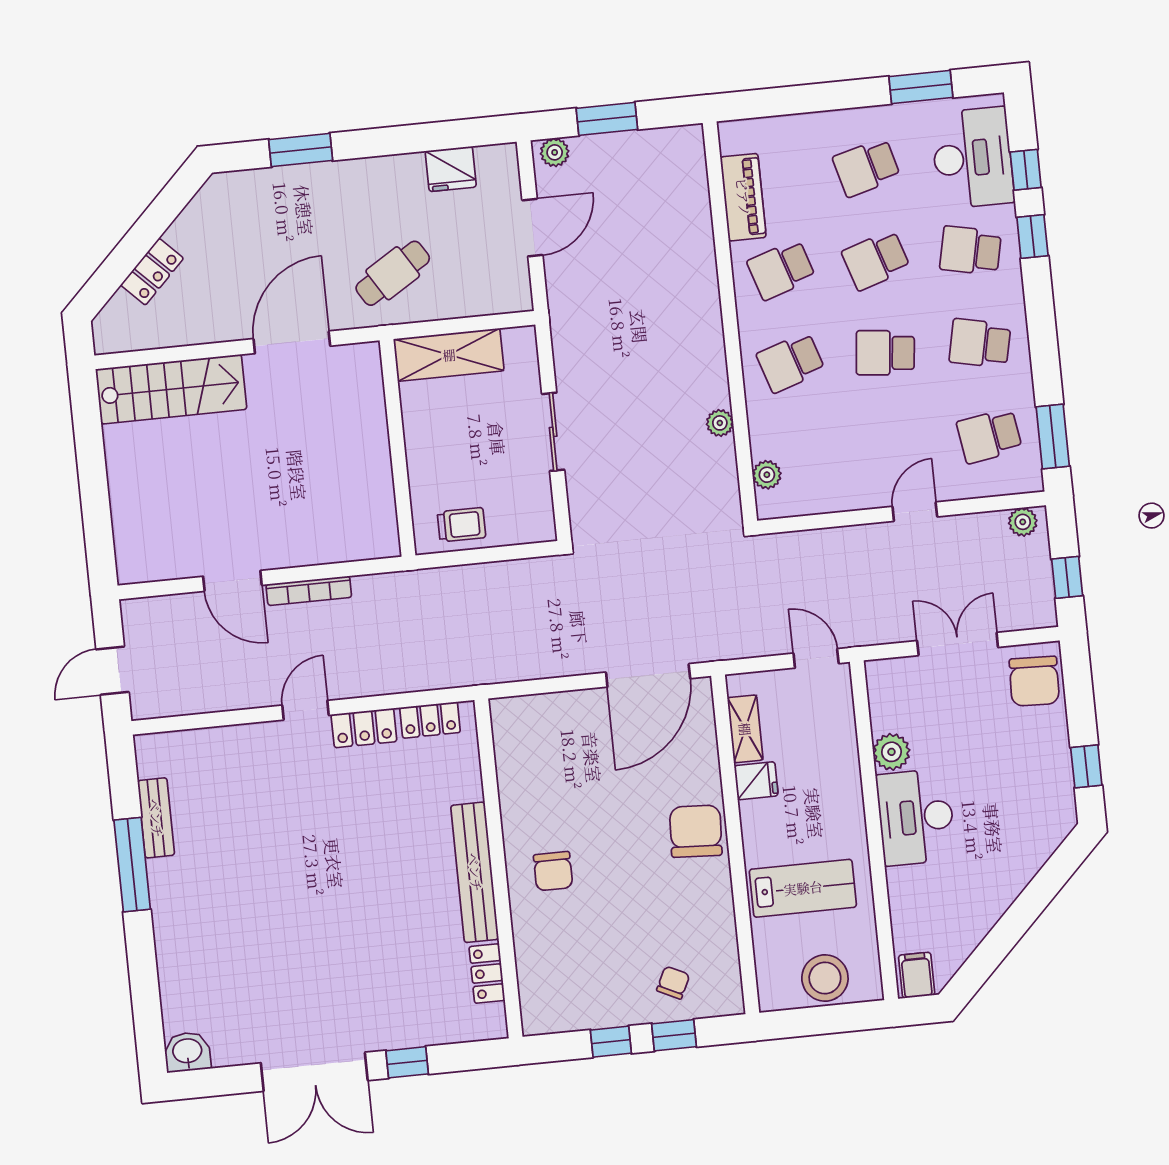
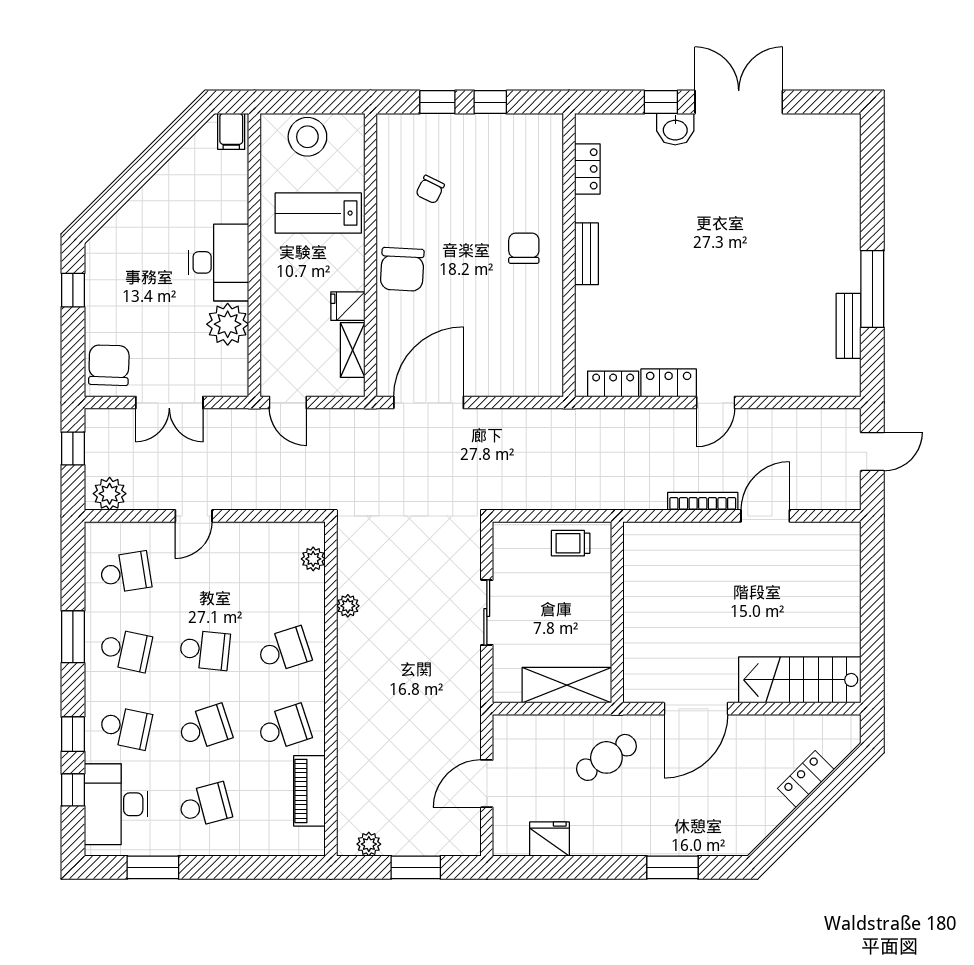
plant: (555, 152) -> (369, 844), moved
window: (1053, 437) -> (73, 637), moved
plant: (1023, 522) -> (110, 494), width x1.38, depth x1.38
door: (232, 581) -> (765, 516), hinge flipped
plant: (891, 752) -> (228, 324), width x1.36, depth x1.36
bench: (475, 872) -> (586, 254), width x0.54, depth x0.82
chair: (673, 983) -> (430, 189), moved
washbasin: (187, 1052) -> (675, 129), moved

